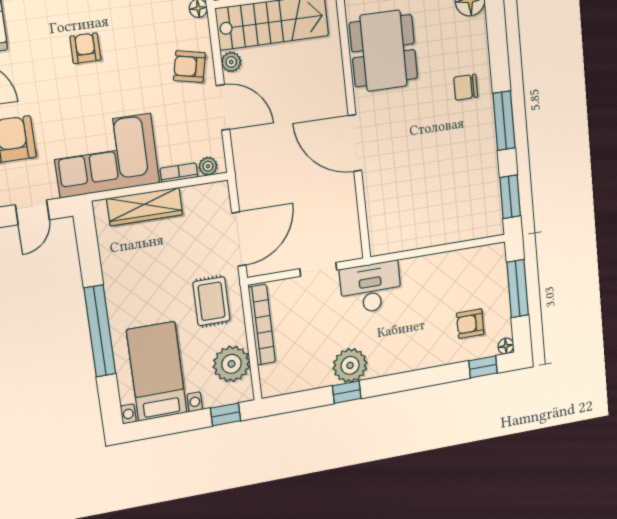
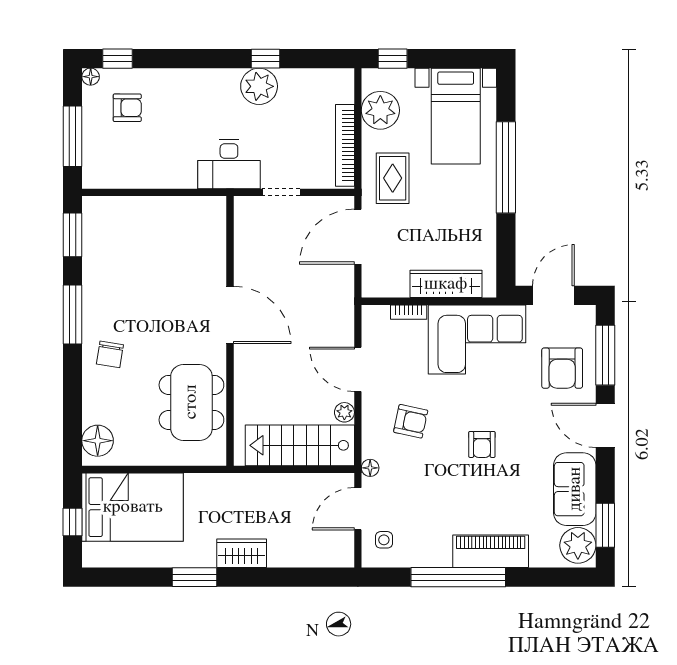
armchair: (189, 67) -> (411, 421), moved
chair: (466, 87) -> (110, 354), turned 99
plant: (208, 166) -> (379, 314), removed
door: (32, 212) -> (553, 295), width x1.38

